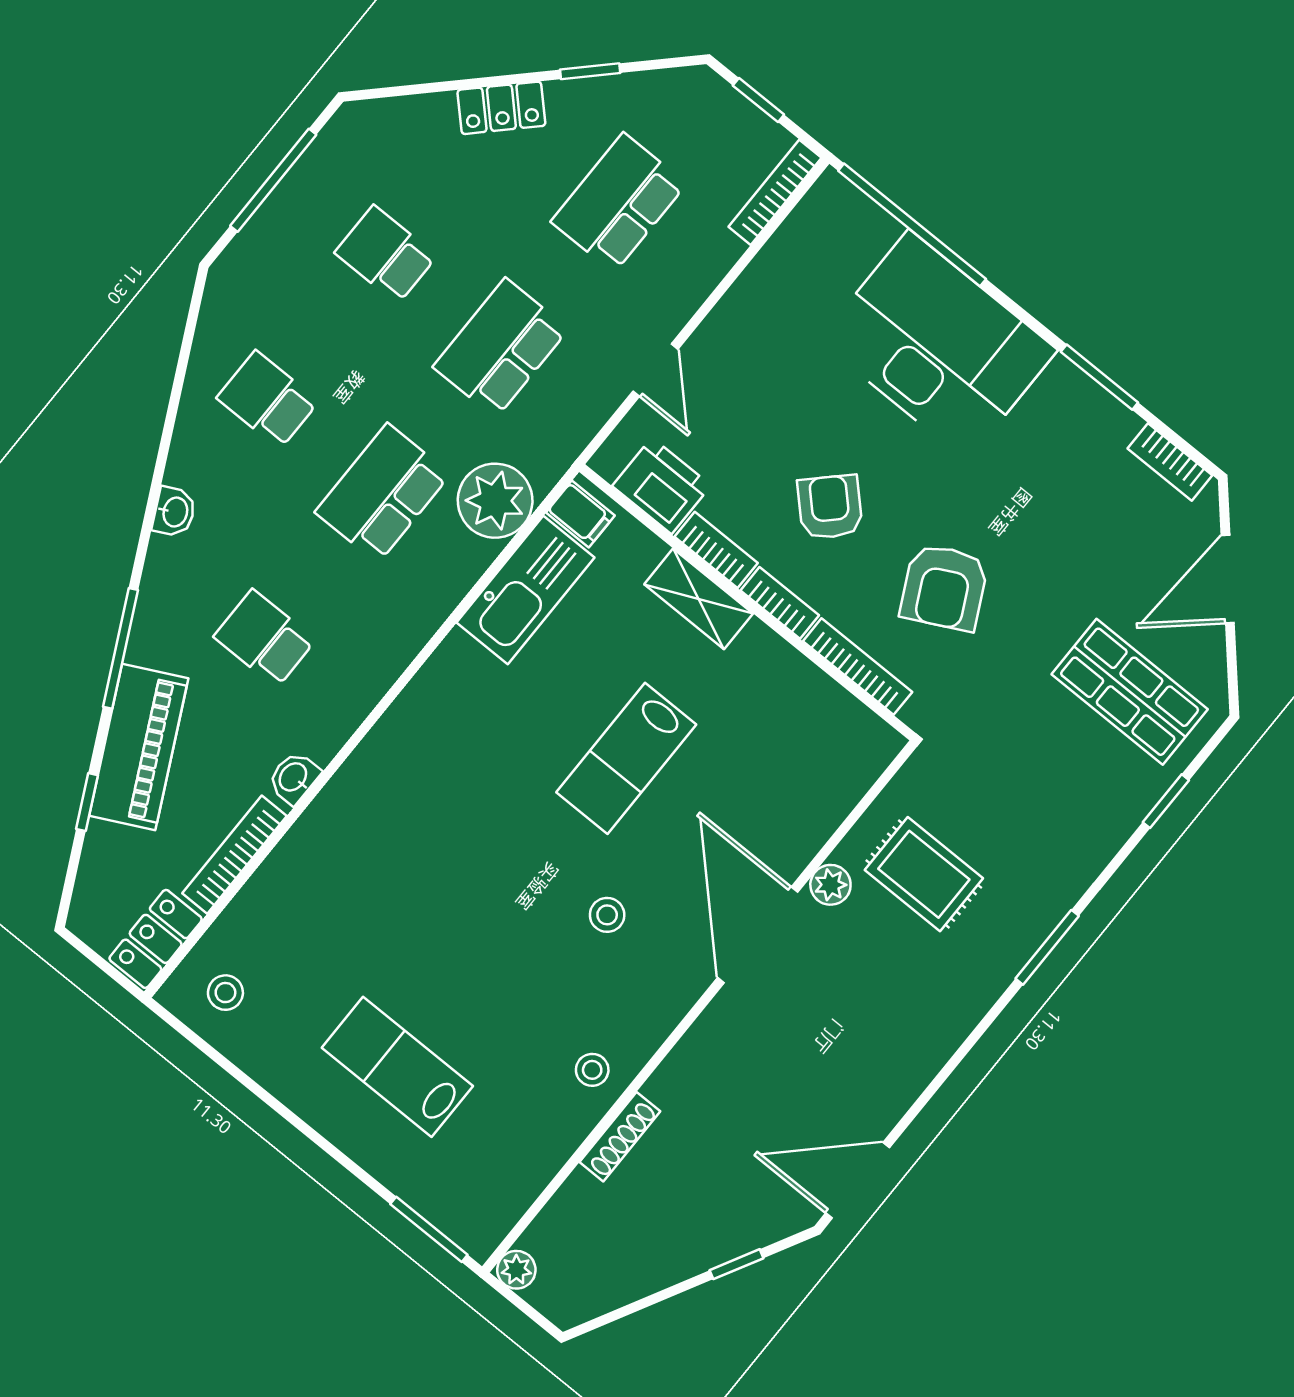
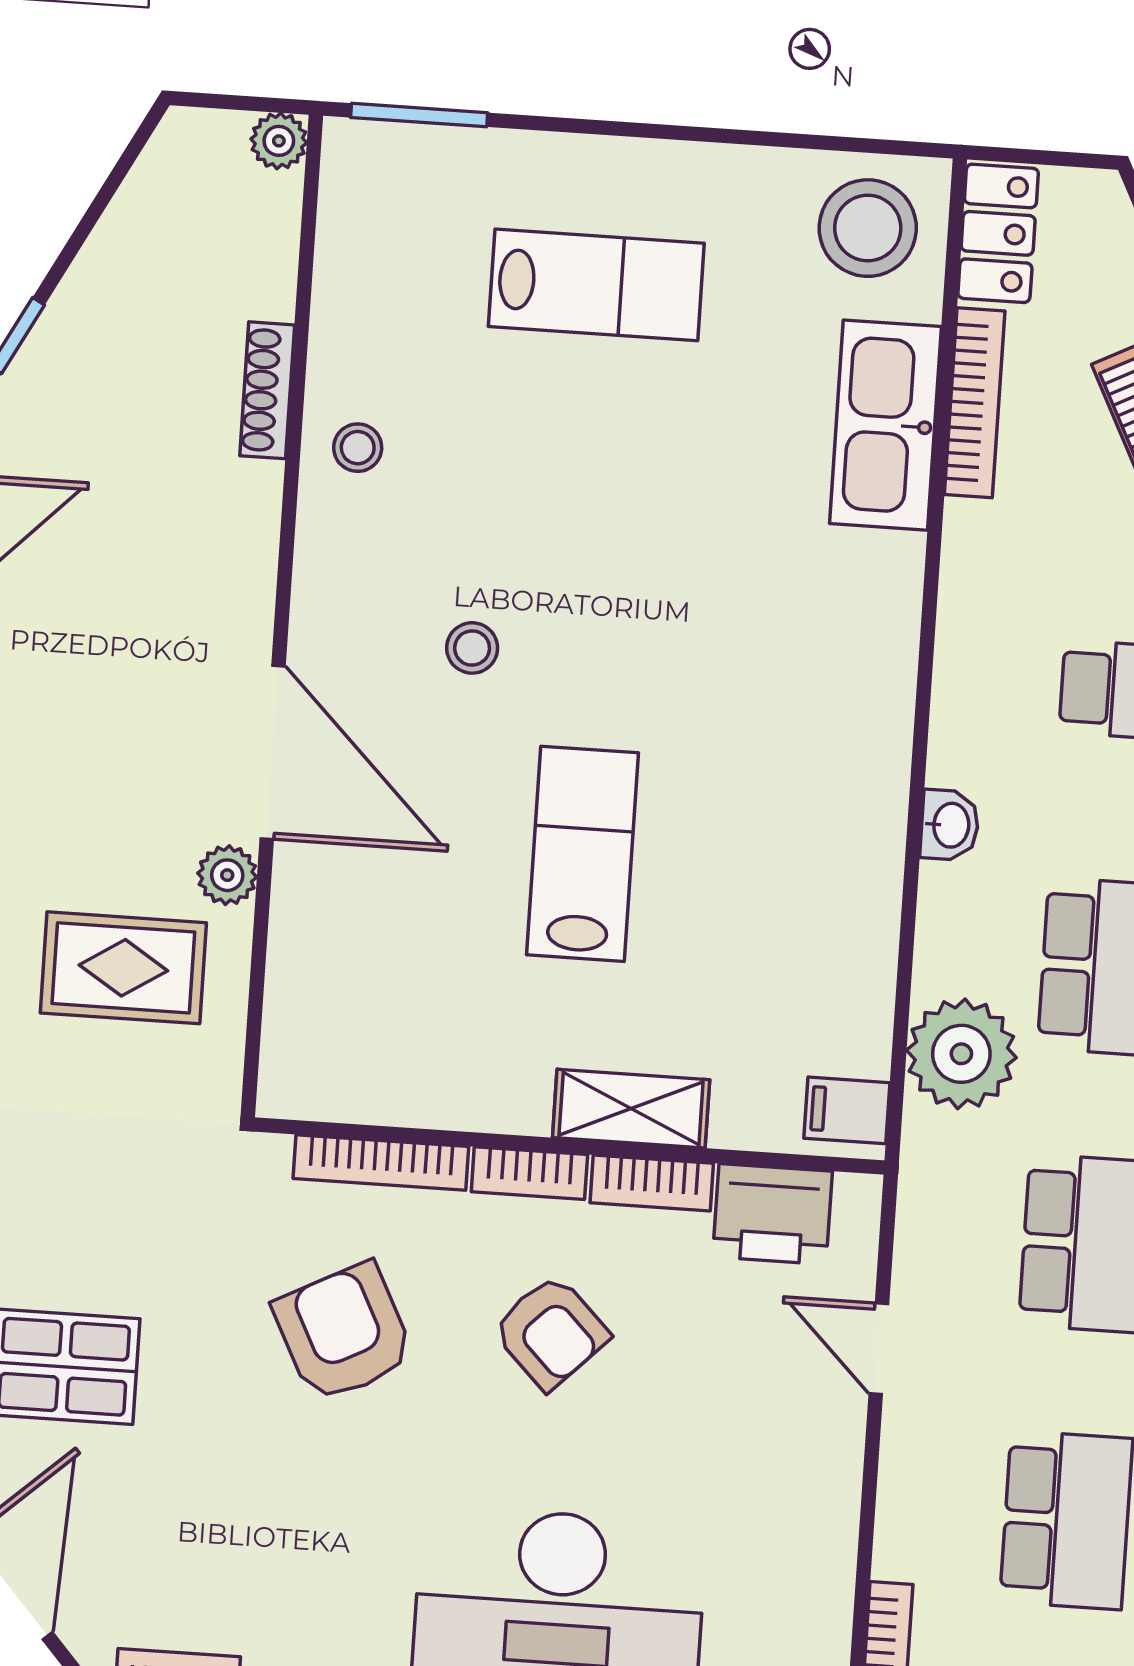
kitchen sink: (526, 590) -> (885, 425), moved
washbasin: (294, 778) -> (950, 825), moved
stool: (225, 993) -> (868, 228), width x1.89, depth x1.89

